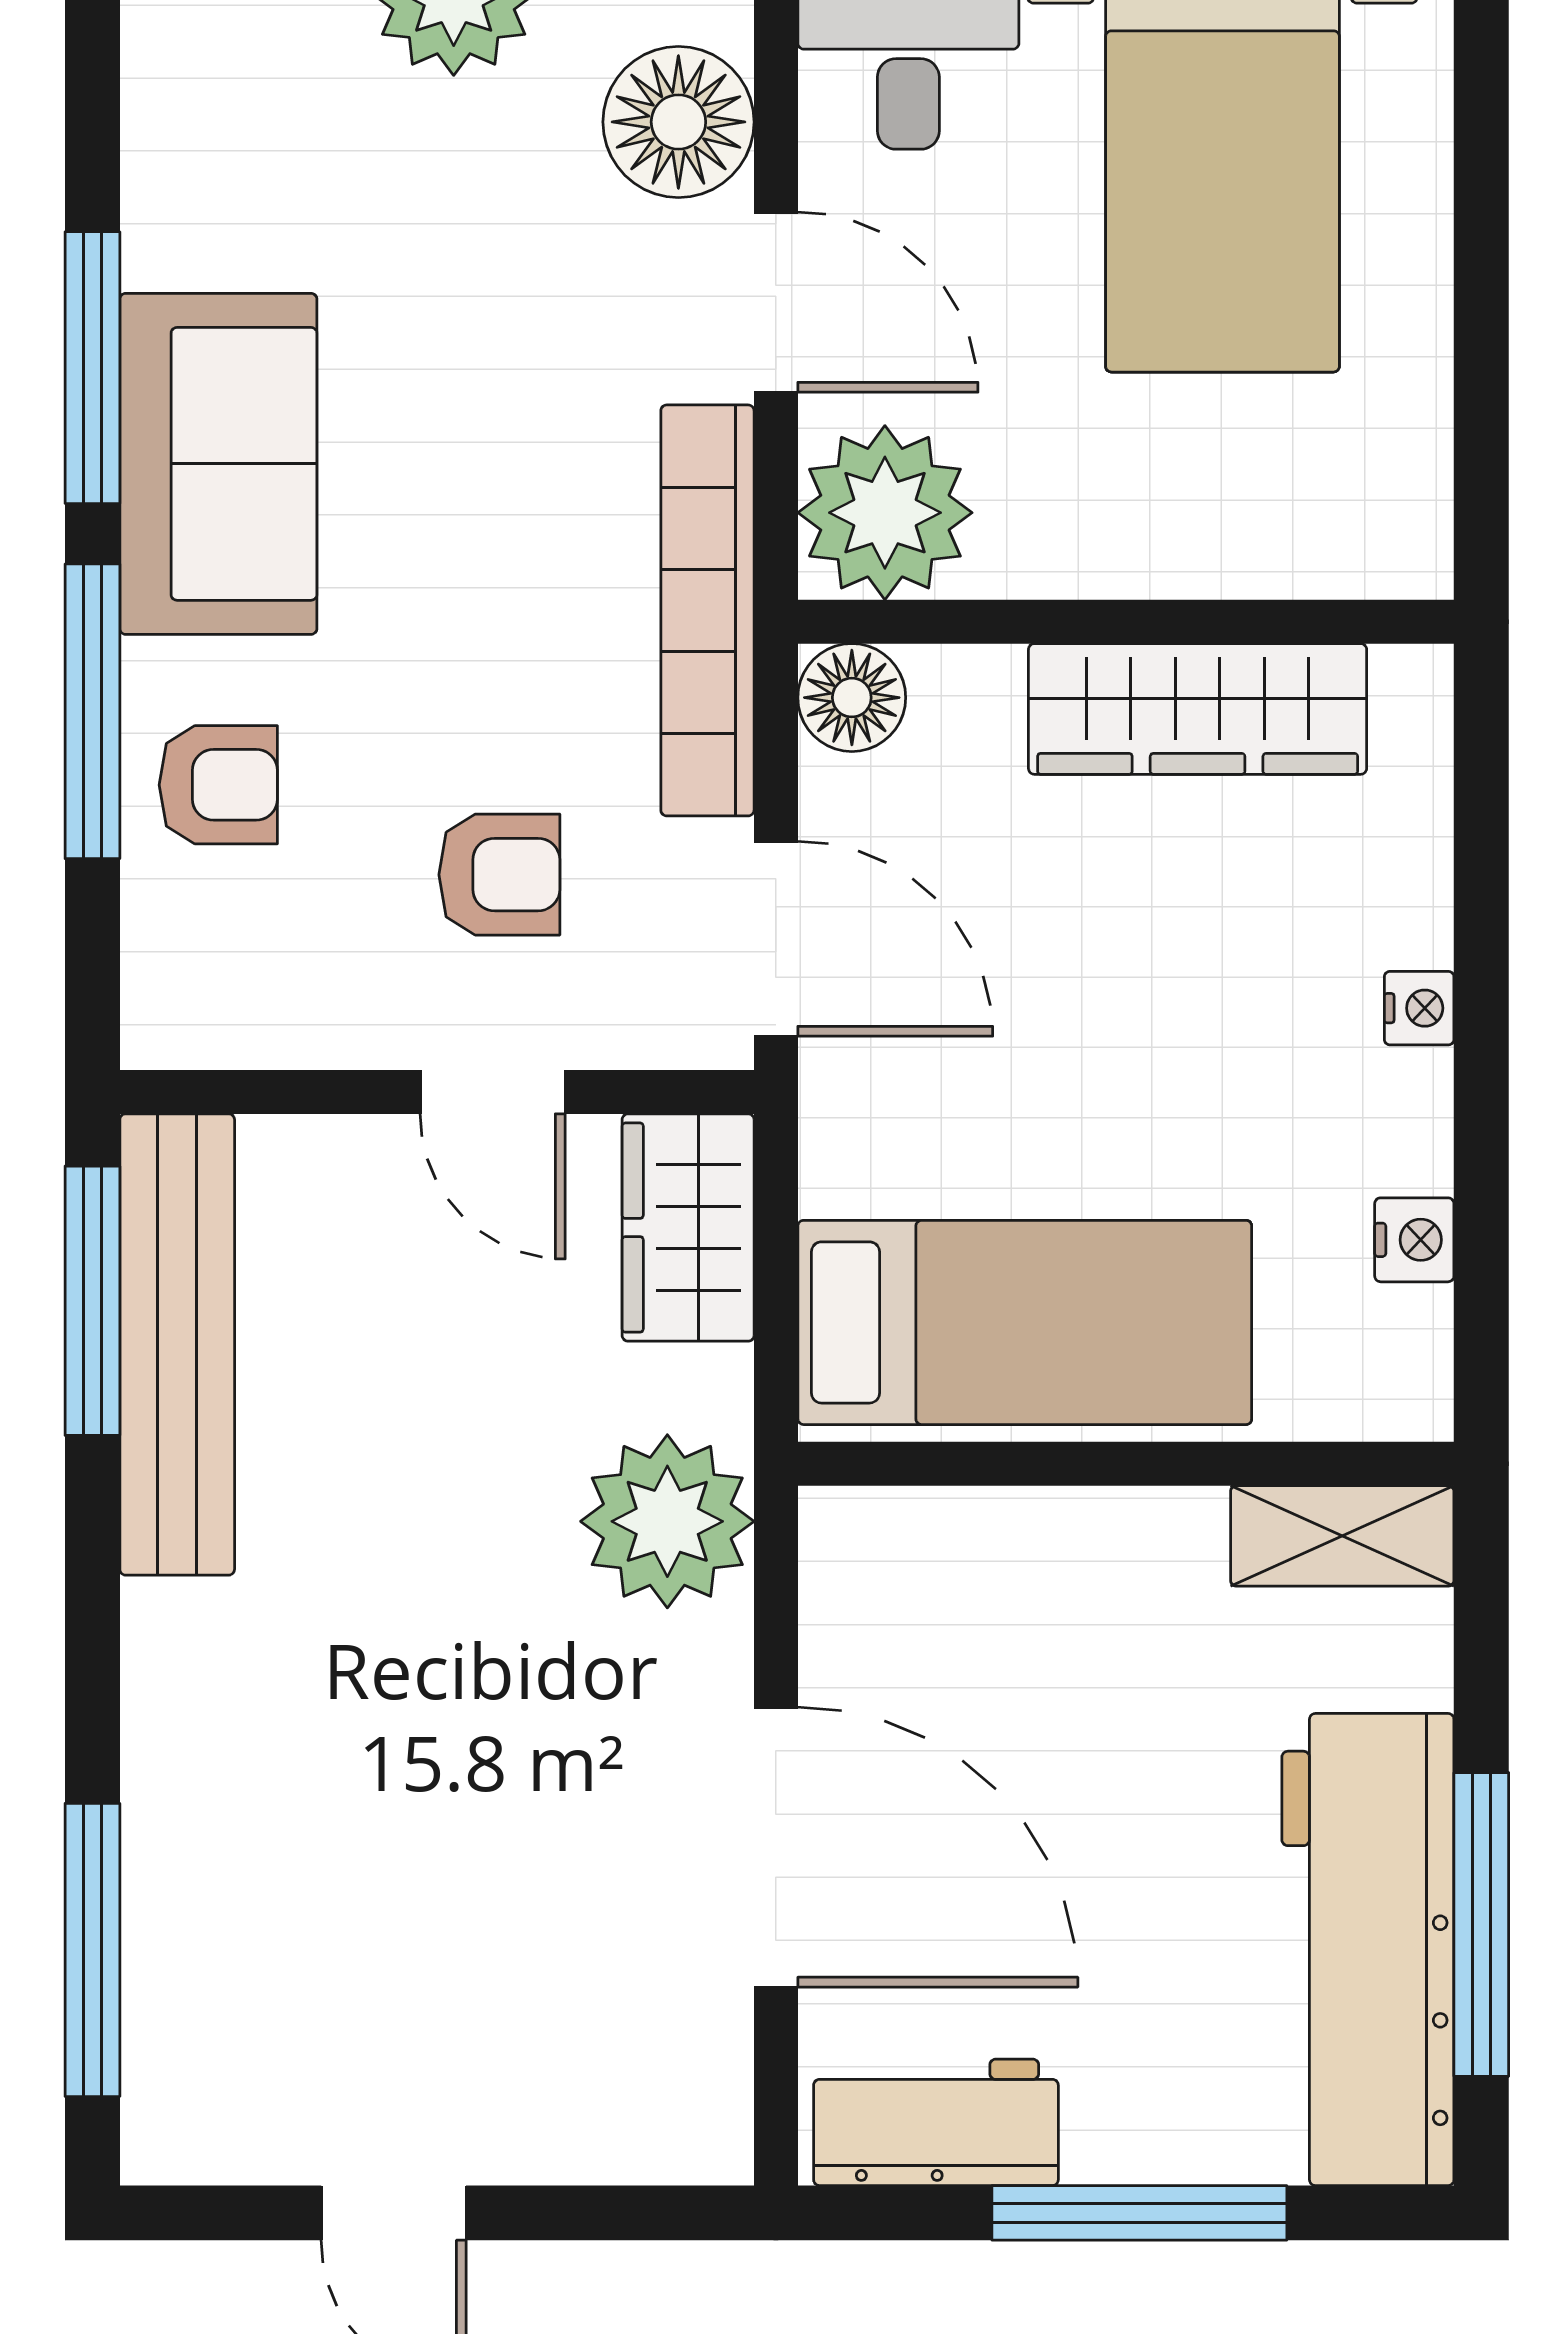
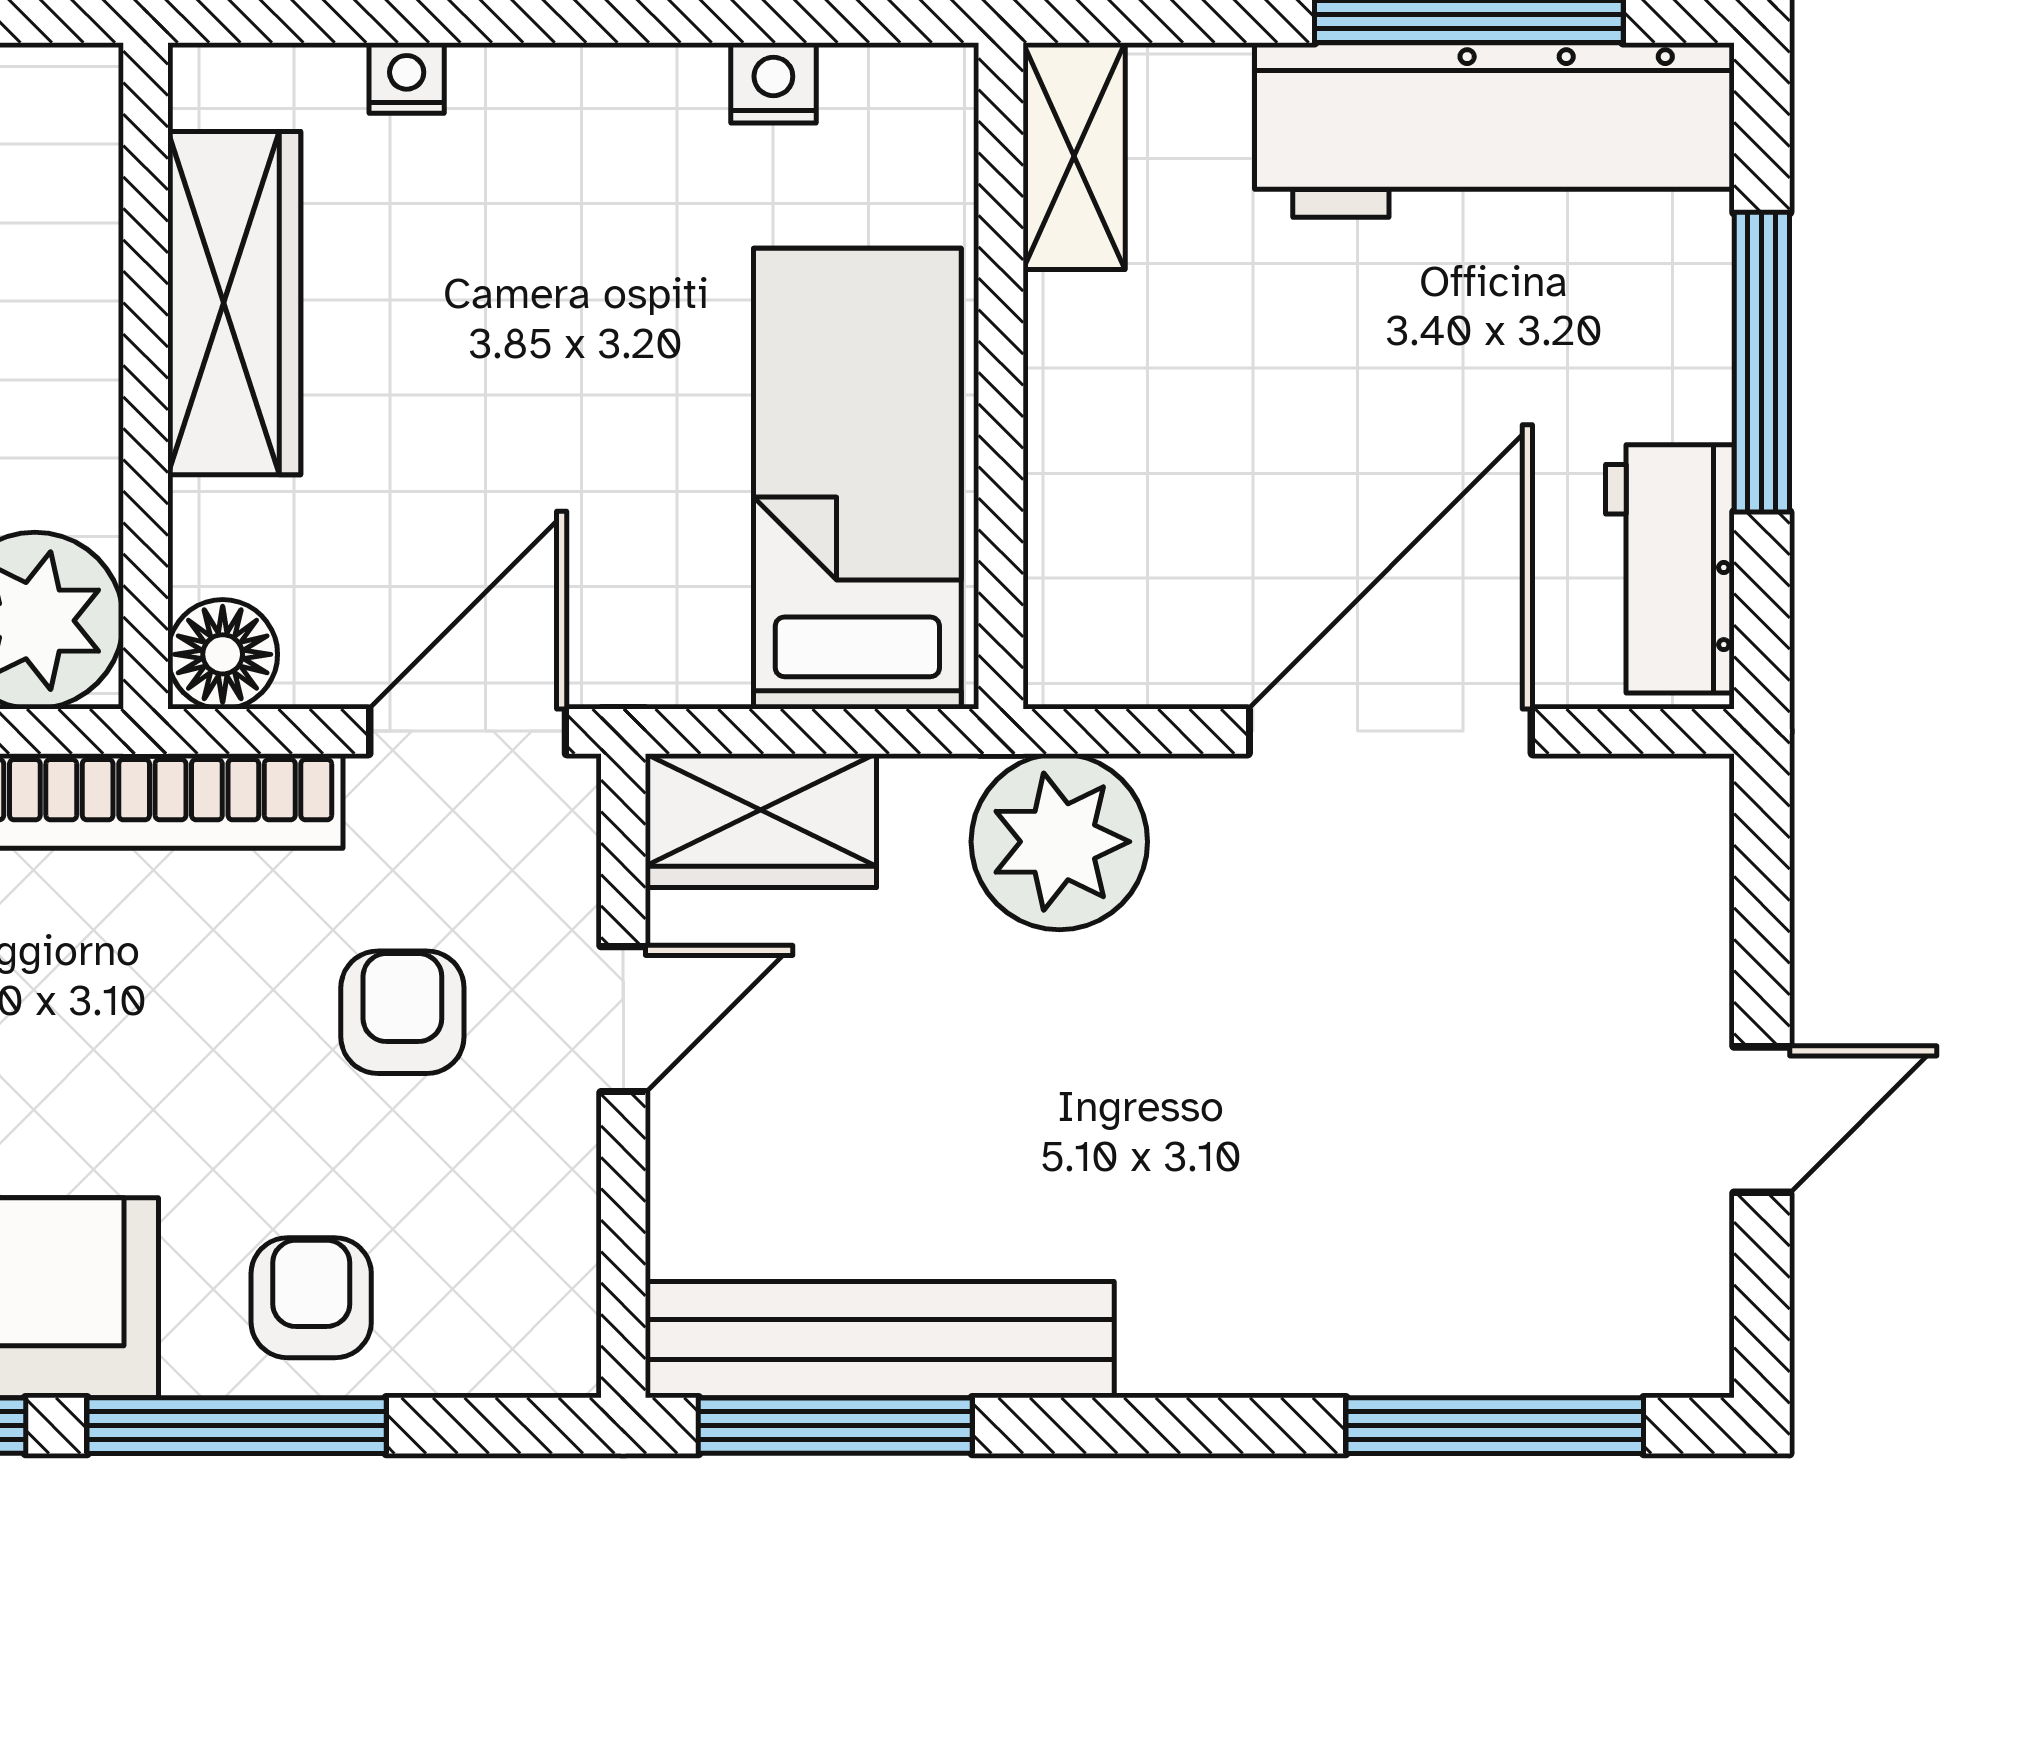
nightstand: (1419, 1008) -> (407, 78), moved

